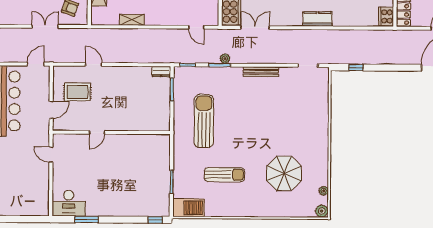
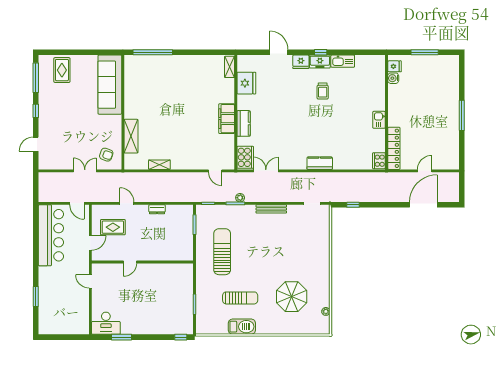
door: (36, 64) -> (77, 203), swing flipped
dresser: (161, 72) -> (157, 209), moved
barbecue: (189, 208) -> (242, 327), moved
plant: (322, 211) -> (324, 329), removed

